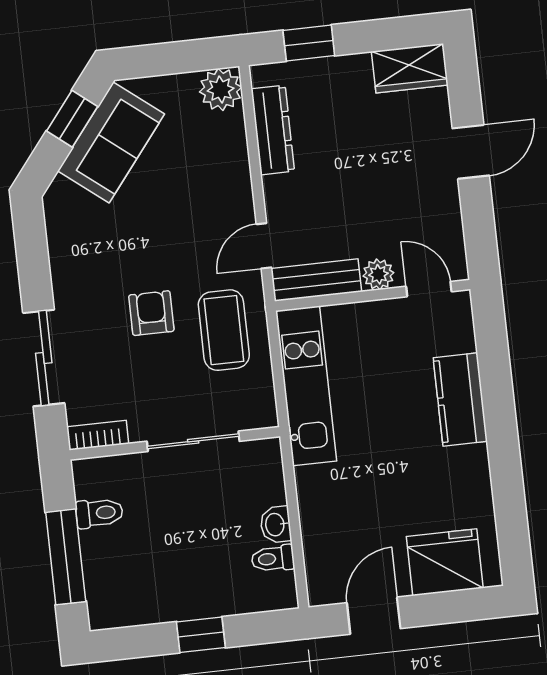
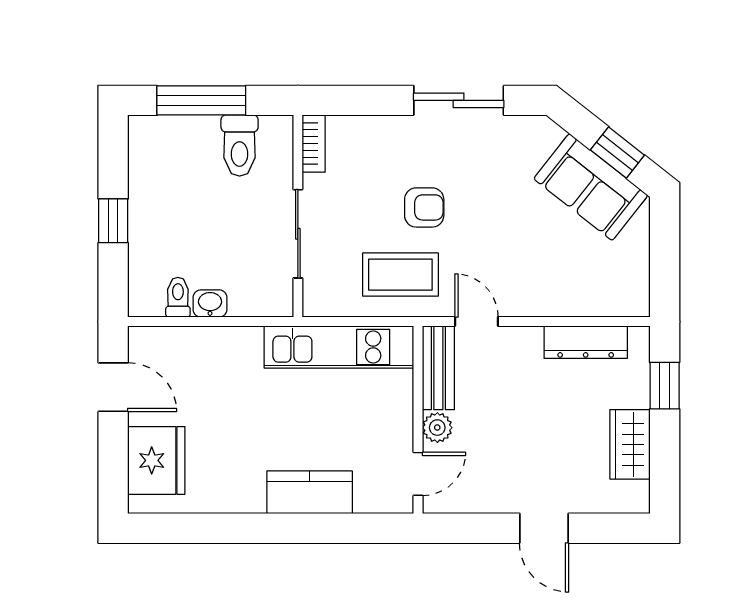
wardrobe: (410, 68) -> (630, 444), moved
plant: (221, 90) -> (630, 297), removed
sliding door: (44, 358) -> (459, 100), moved
toilet: (99, 513) -> (240, 145), width x1.37, depth x1.39

